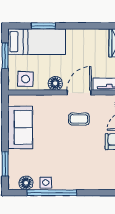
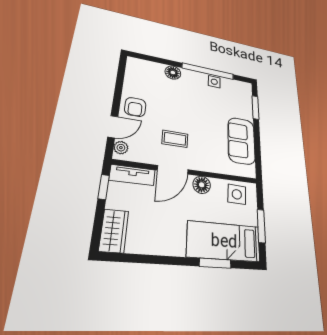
floor lamp: (26, 183) -> (173, 73), moved

